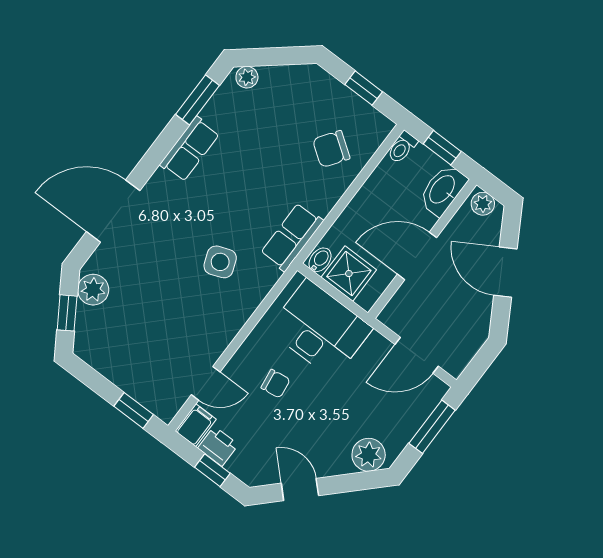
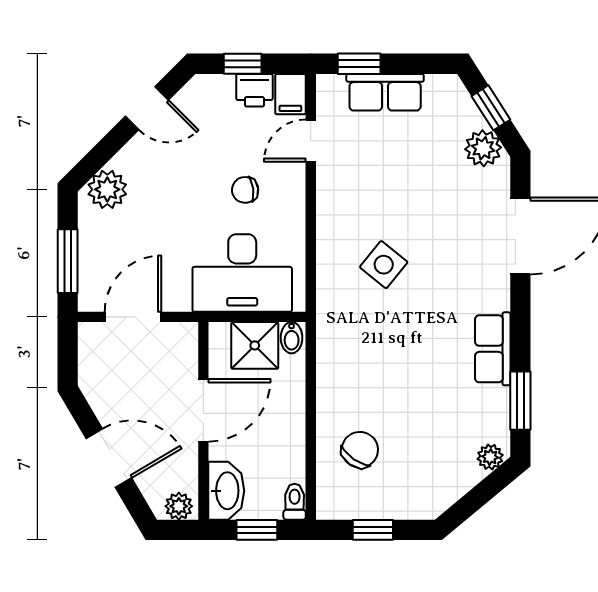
row of seats: (292, 237) -> (385, 92), moved, turned 90
side table: (220, 262) -> (384, 265), turned -30

